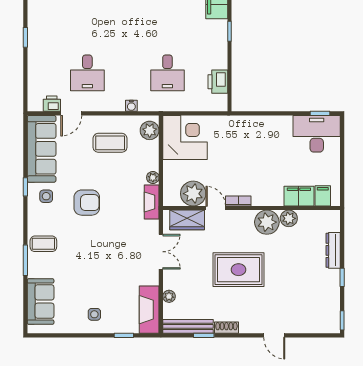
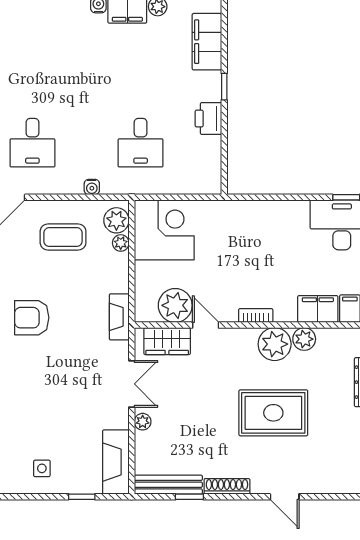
printer: (218, 82) -> (208, 119), moved
plant: (153, 178) -> (121, 243), moved
bookcase: (238, 201) -> (256, 316), moved
armchair: (87, 203) -> (32, 318), turned 180
rug: (238, 270) -> (273, 413), moved
plant: (169, 296) -> (143, 422), moved
shoe rack: (226, 328) -> (227, 486), width x1.43

